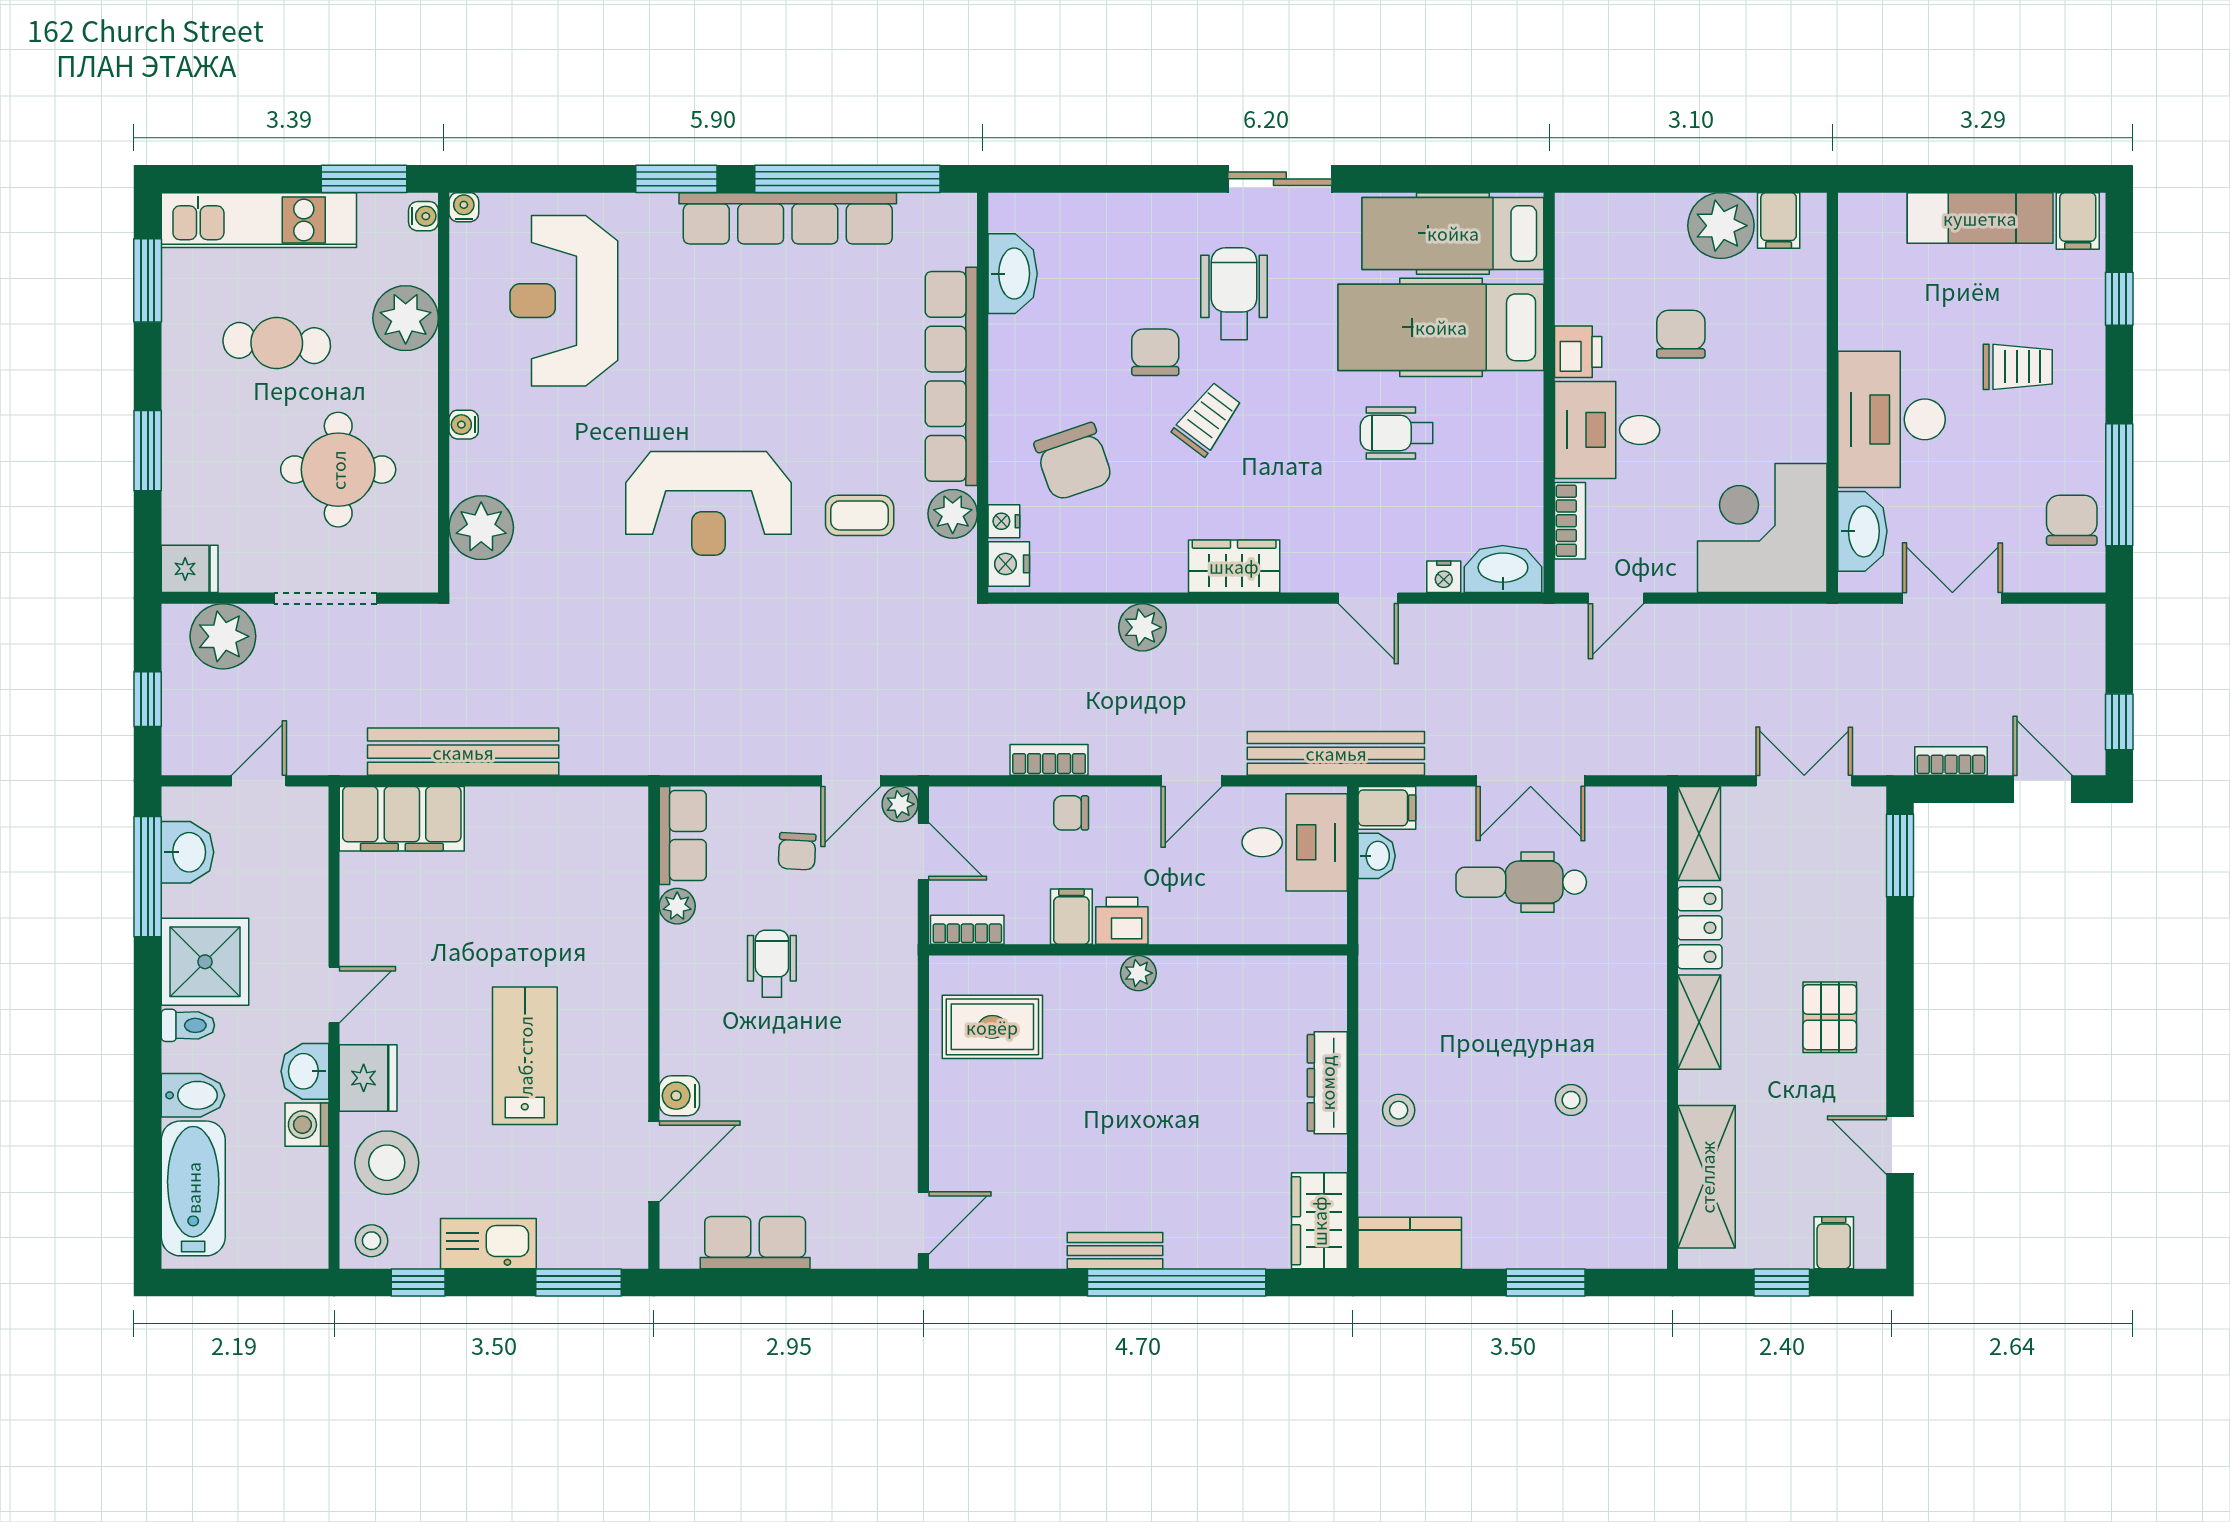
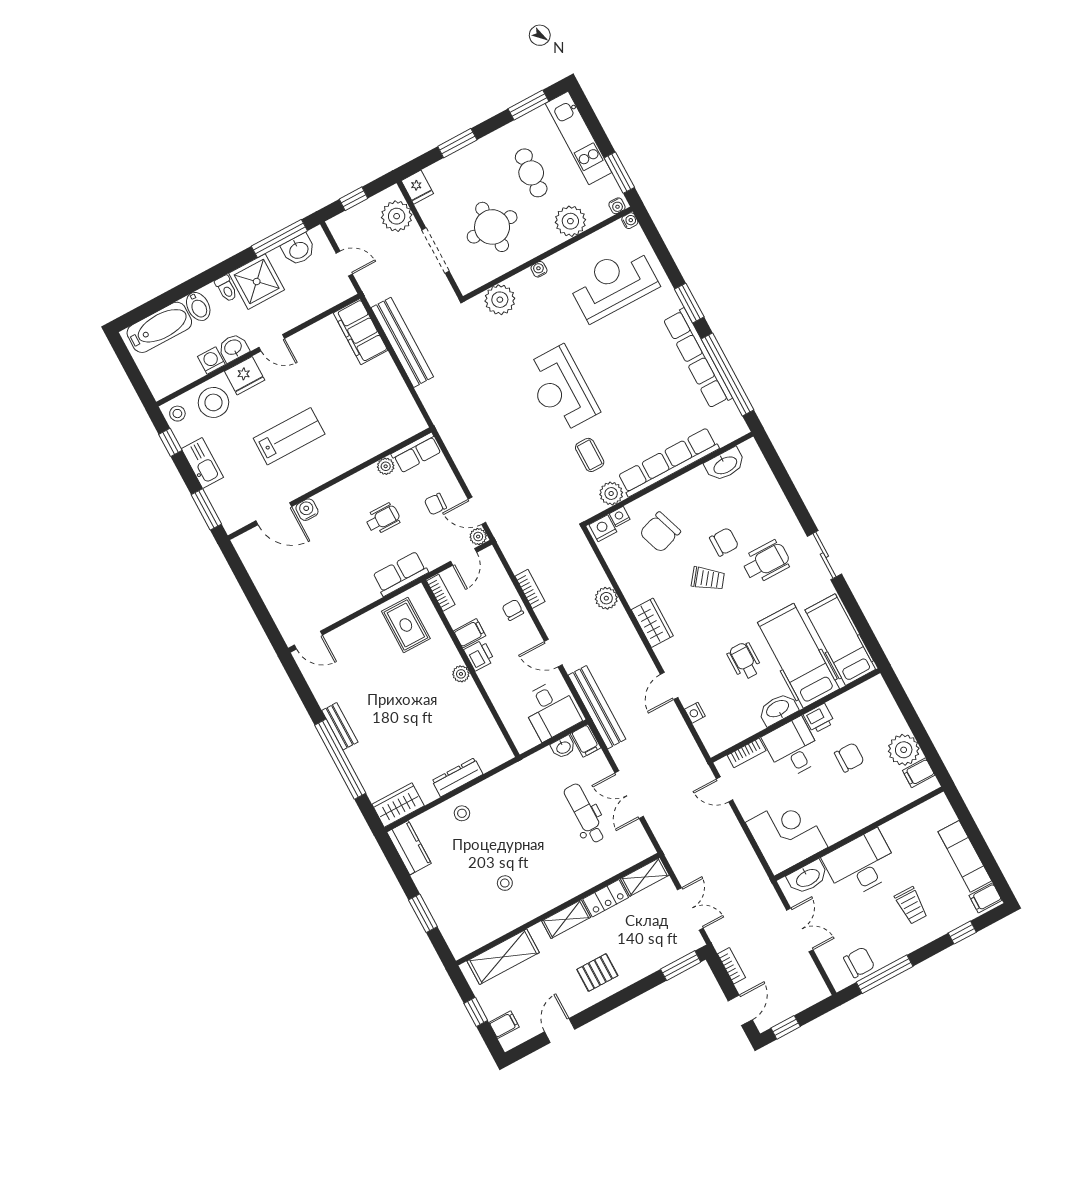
washbasin: (1503, 569) -> (778, 709), moved, turned -90
row of seats: (755, 1243) -> (400, 574), moved, turned -90

